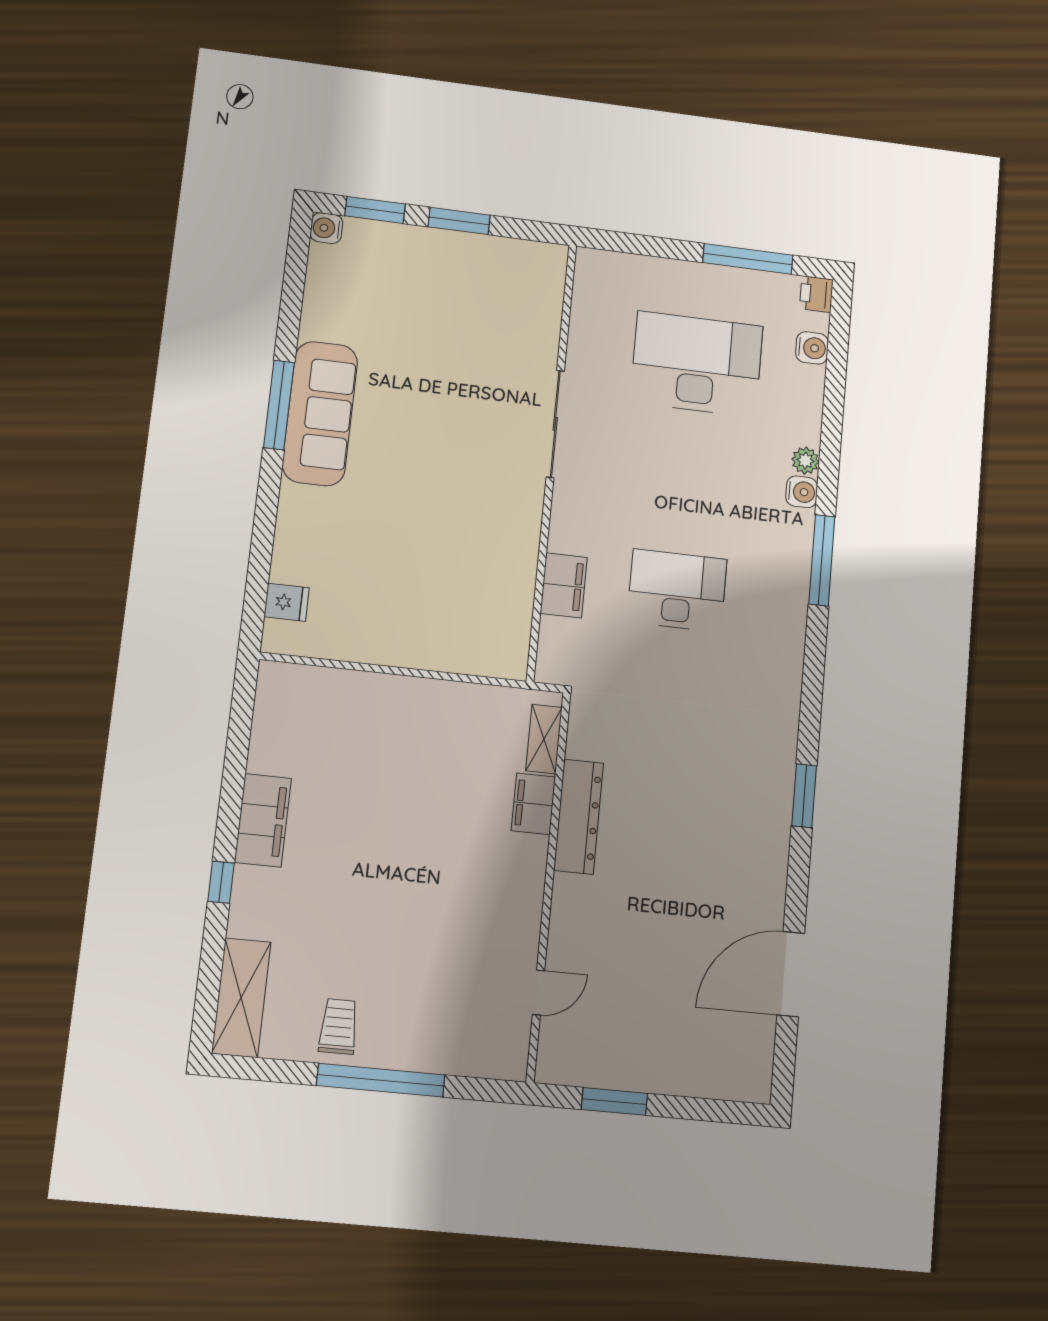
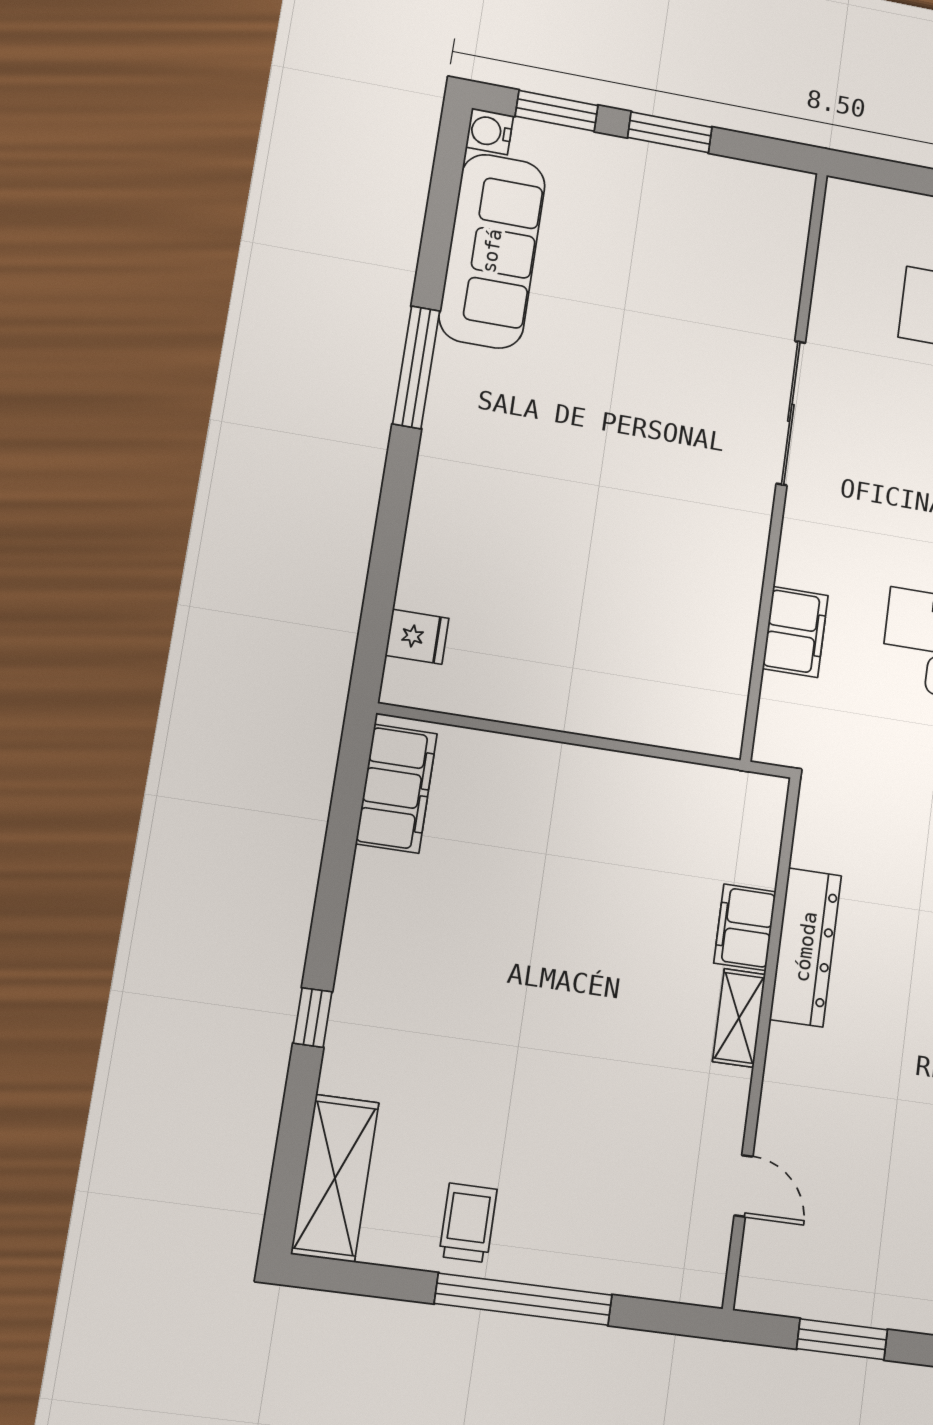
sofa: (320, 413) -> (492, 251), moved
shelving: (544, 739) -> (739, 1018), moved
filing cabinet: (263, 820) -> (396, 789), moved
door: (538, 993) -> (743, 1186), hinge flipped

